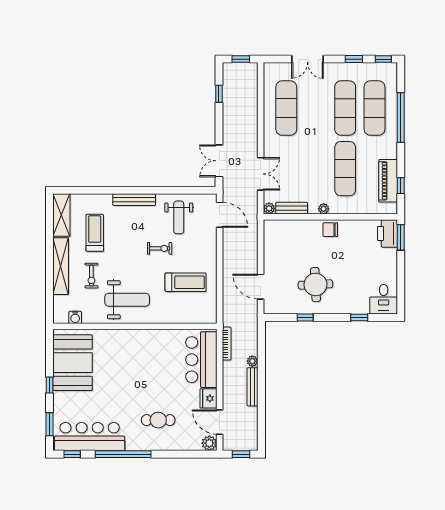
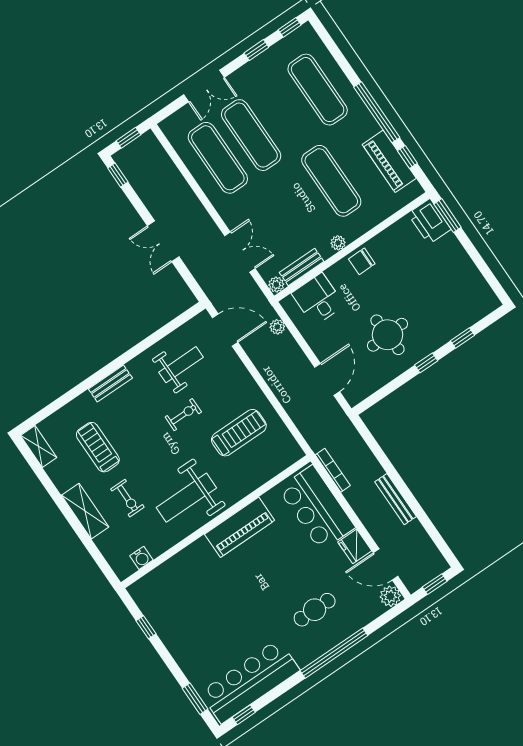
window: (219, 94) -> (118, 175), moved
exercise mat: (345, 108) -> (251, 135), moved
window: (401, 118) -> (377, 112), moved
double door: (219, 161) -> (163, 241), moved
bench: (134, 200) -> (110, 384), width x0.73
shelving: (61, 215) -> (39, 447), width x0.67, depth x0.75
weight bench: (179, 217) -> (181, 365), turned -90
shelving: (61, 266) -> (85, 511), width x0.68
door: (261, 287) -> (327, 379), swing flipped
desk: (384, 299) -> (318, 299), moved, turned 180
weight bench: (127, 300) -> (186, 498), turned 180
window: (305, 317) -> (426, 363), moved
piano: (147, 339) -> (240, 527), added
plant: (252, 361) -> (277, 327), moved
booth: (73, 363) -> (173, 611), removed
window: (49, 385) -> (146, 627), moved
window: (123, 454) -> (334, 653), moved

